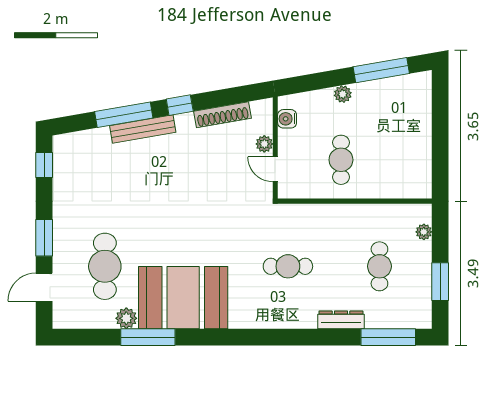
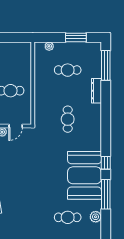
cafe table: (105, 266) -> (68, 217), width x0.73, depth x0.74
plant: (126, 318) -> (96, 217), moved
window: (207, 337) -> (106, 163), added

